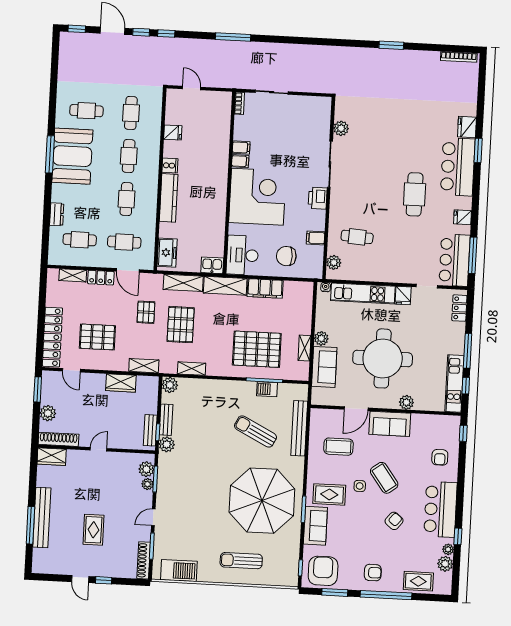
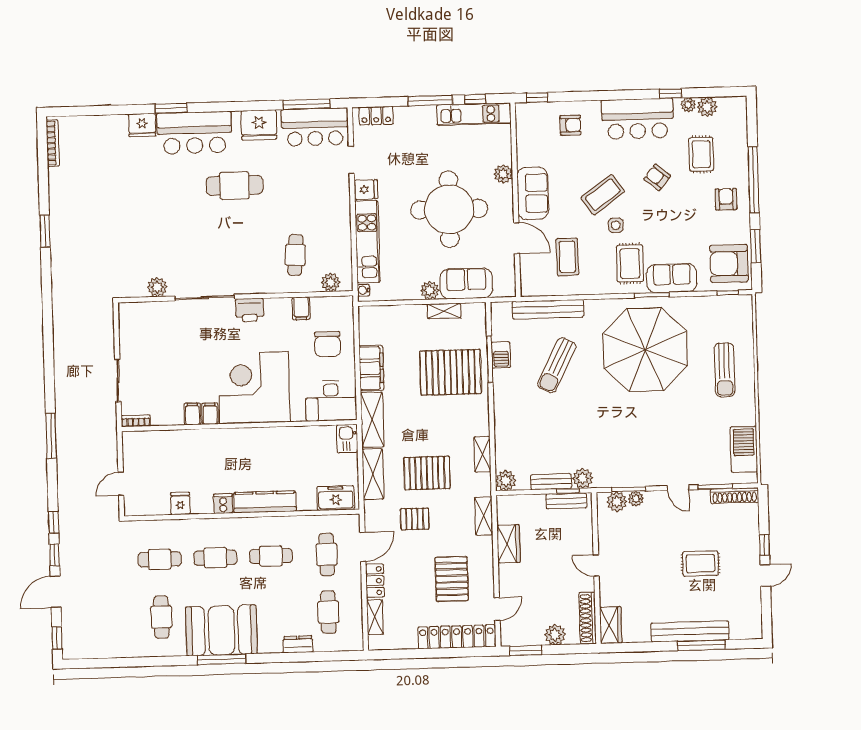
fridge: (463, 217) -> (259, 125), width x1.88, depth x1.34
pallet: (257, 349) -> (451, 372), turned 90
rug: (418, 581) -> (701, 154), moved

